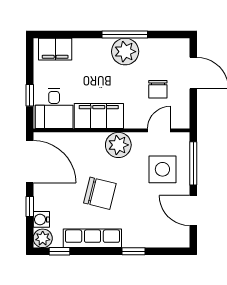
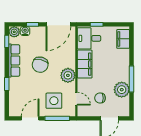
plant: (125, 52) -> (122, 90), moved

